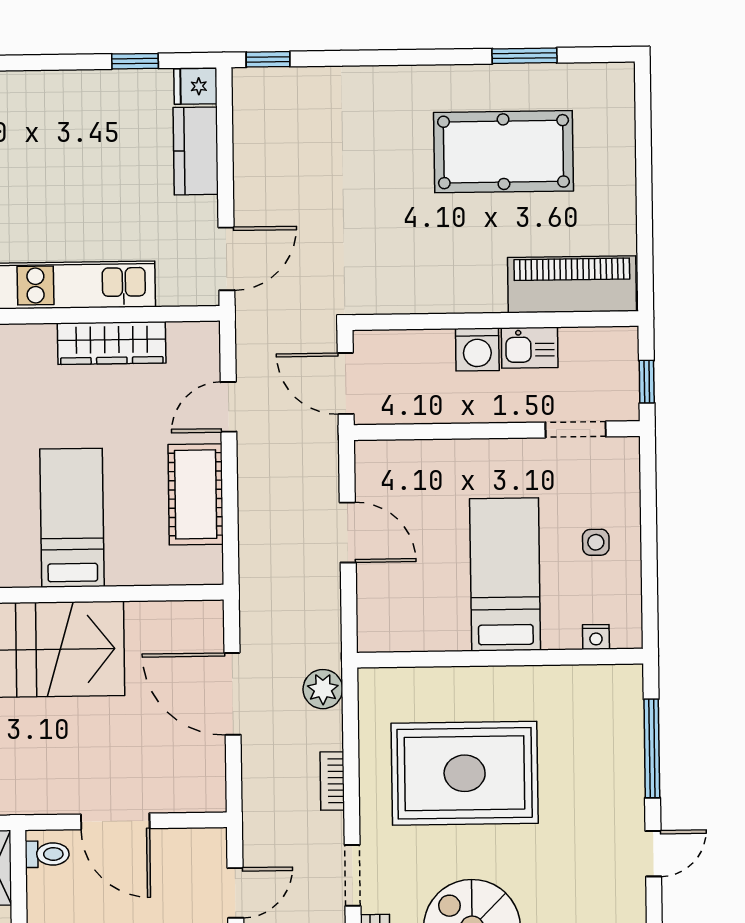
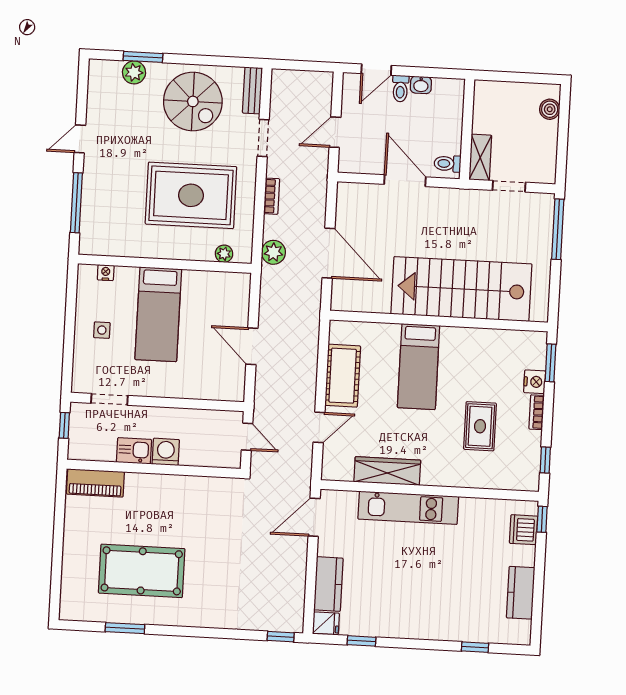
piano: (572, 284) -> (95, 483), width x0.73, depth x0.75
door: (346, 384) -> (247, 437), width x0.73
plant: (404, 681) -> (224, 254), added

